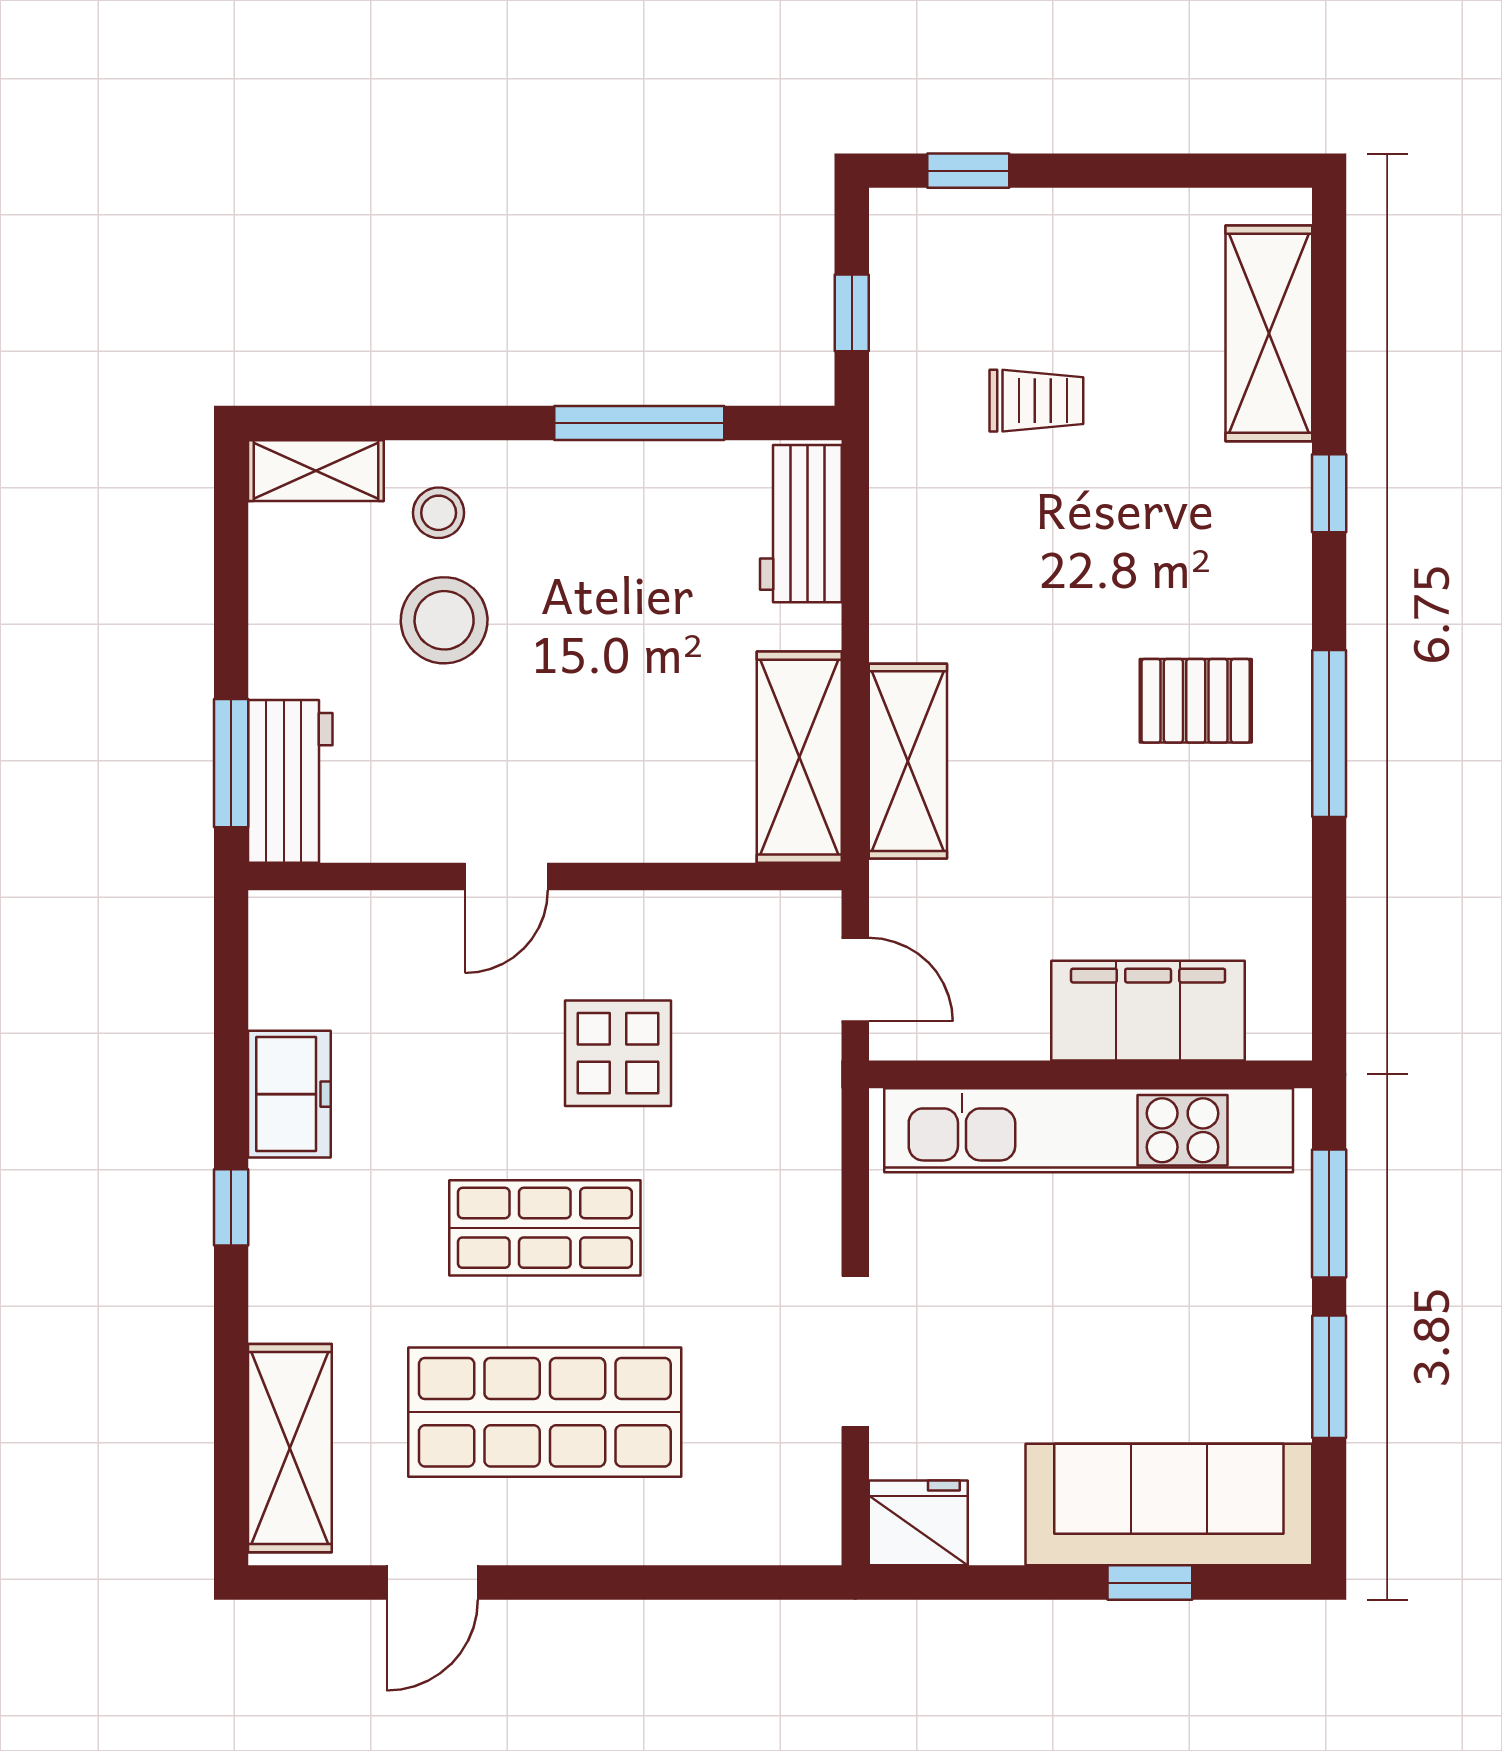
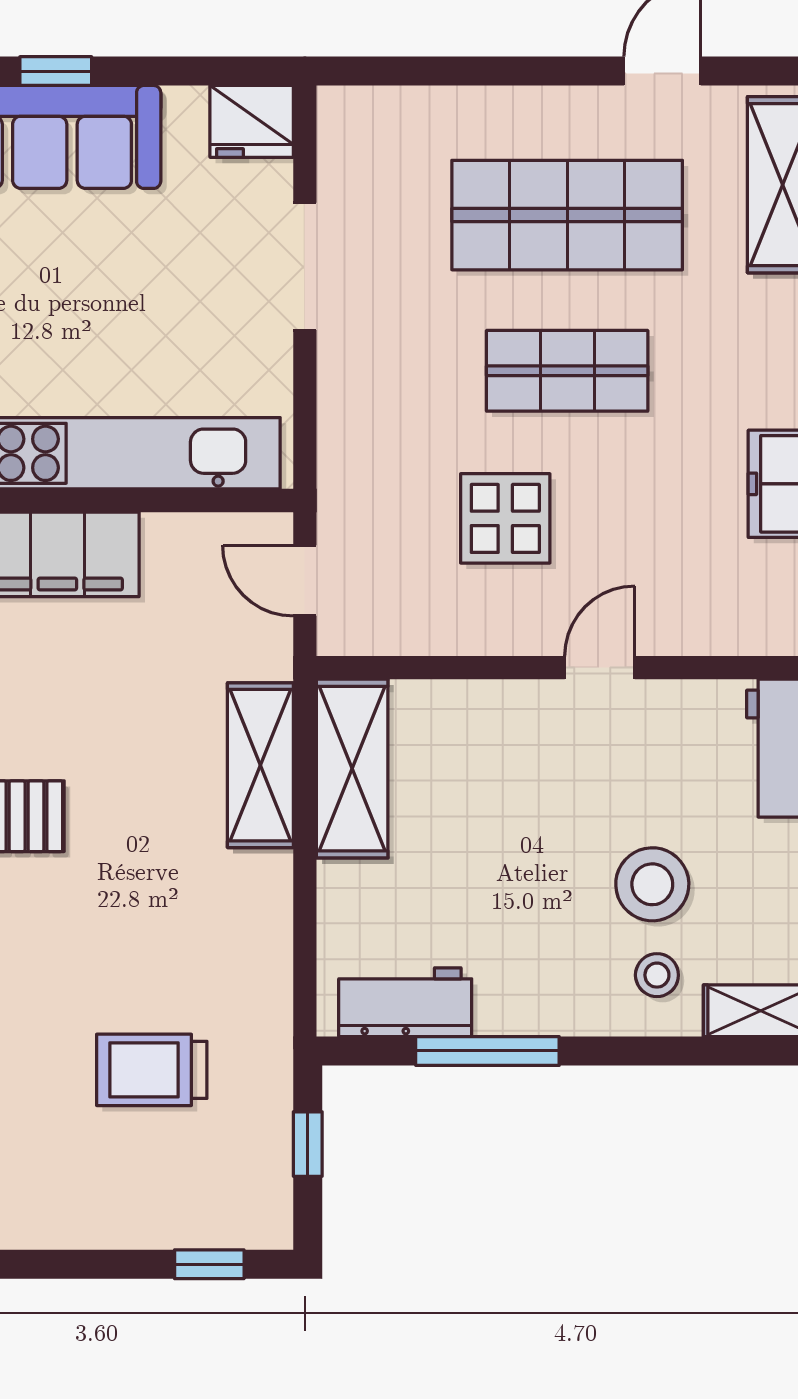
trolley: (1036, 401) -> (152, 1070), width x1.36, depth x1.39
workbench: (801, 524) -> (405, 1002), moved, turned -90

